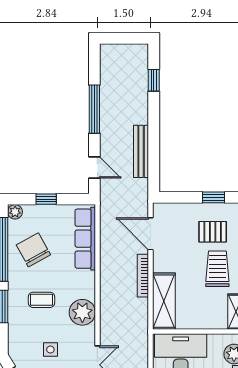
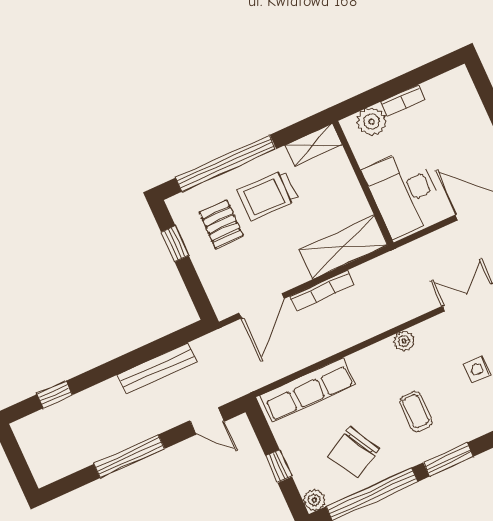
door: (94, 168) -> (207, 421), swing flipped
plant: (82, 312) -> (404, 341), width x0.53, depth x0.53

